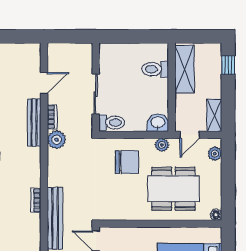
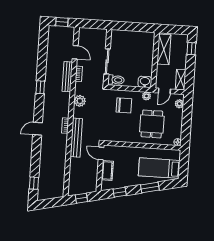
window: (20, 36) -> (62, 22), added
toilet: (155, 69) -> (145, 48), removed
door: (44, 83) -> (75, 52), hinge flipped
plant: (57, 140) -> (80, 101), moved
dining table: (173, 189) -> (152, 124), width x0.73

